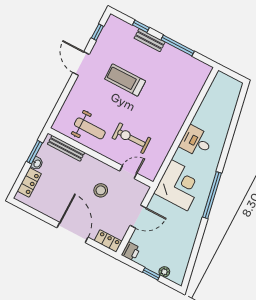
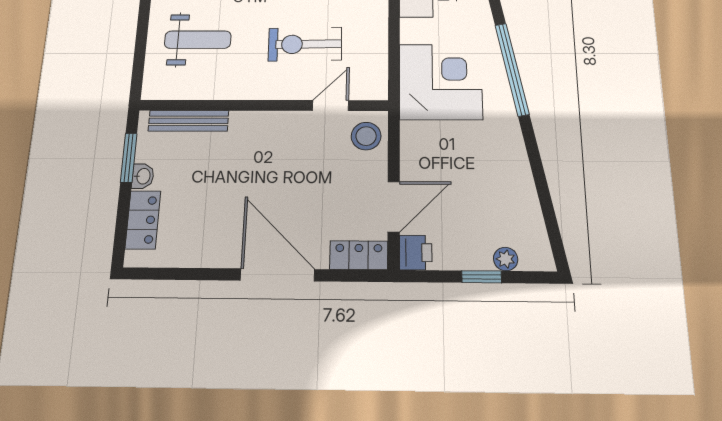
weight bench: (90, 128) -> (198, 40), moved
stool: (101, 190) -> (366, 136), moved
door: (138, 217) -> (394, 207), moved

